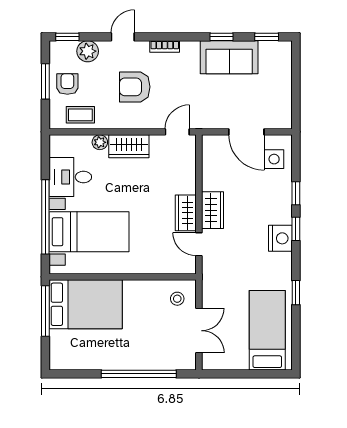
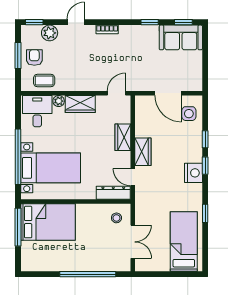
sofa: (229, 57) -> (181, 37), moved
armchair: (135, 87) -> (85, 60), removed
desk: (70, 177) -> (37, 111), moved, turned 90
wardrobe: (186, 213) -> (123, 137), moved
dresser: (173, 265) -> (113, 193), added

